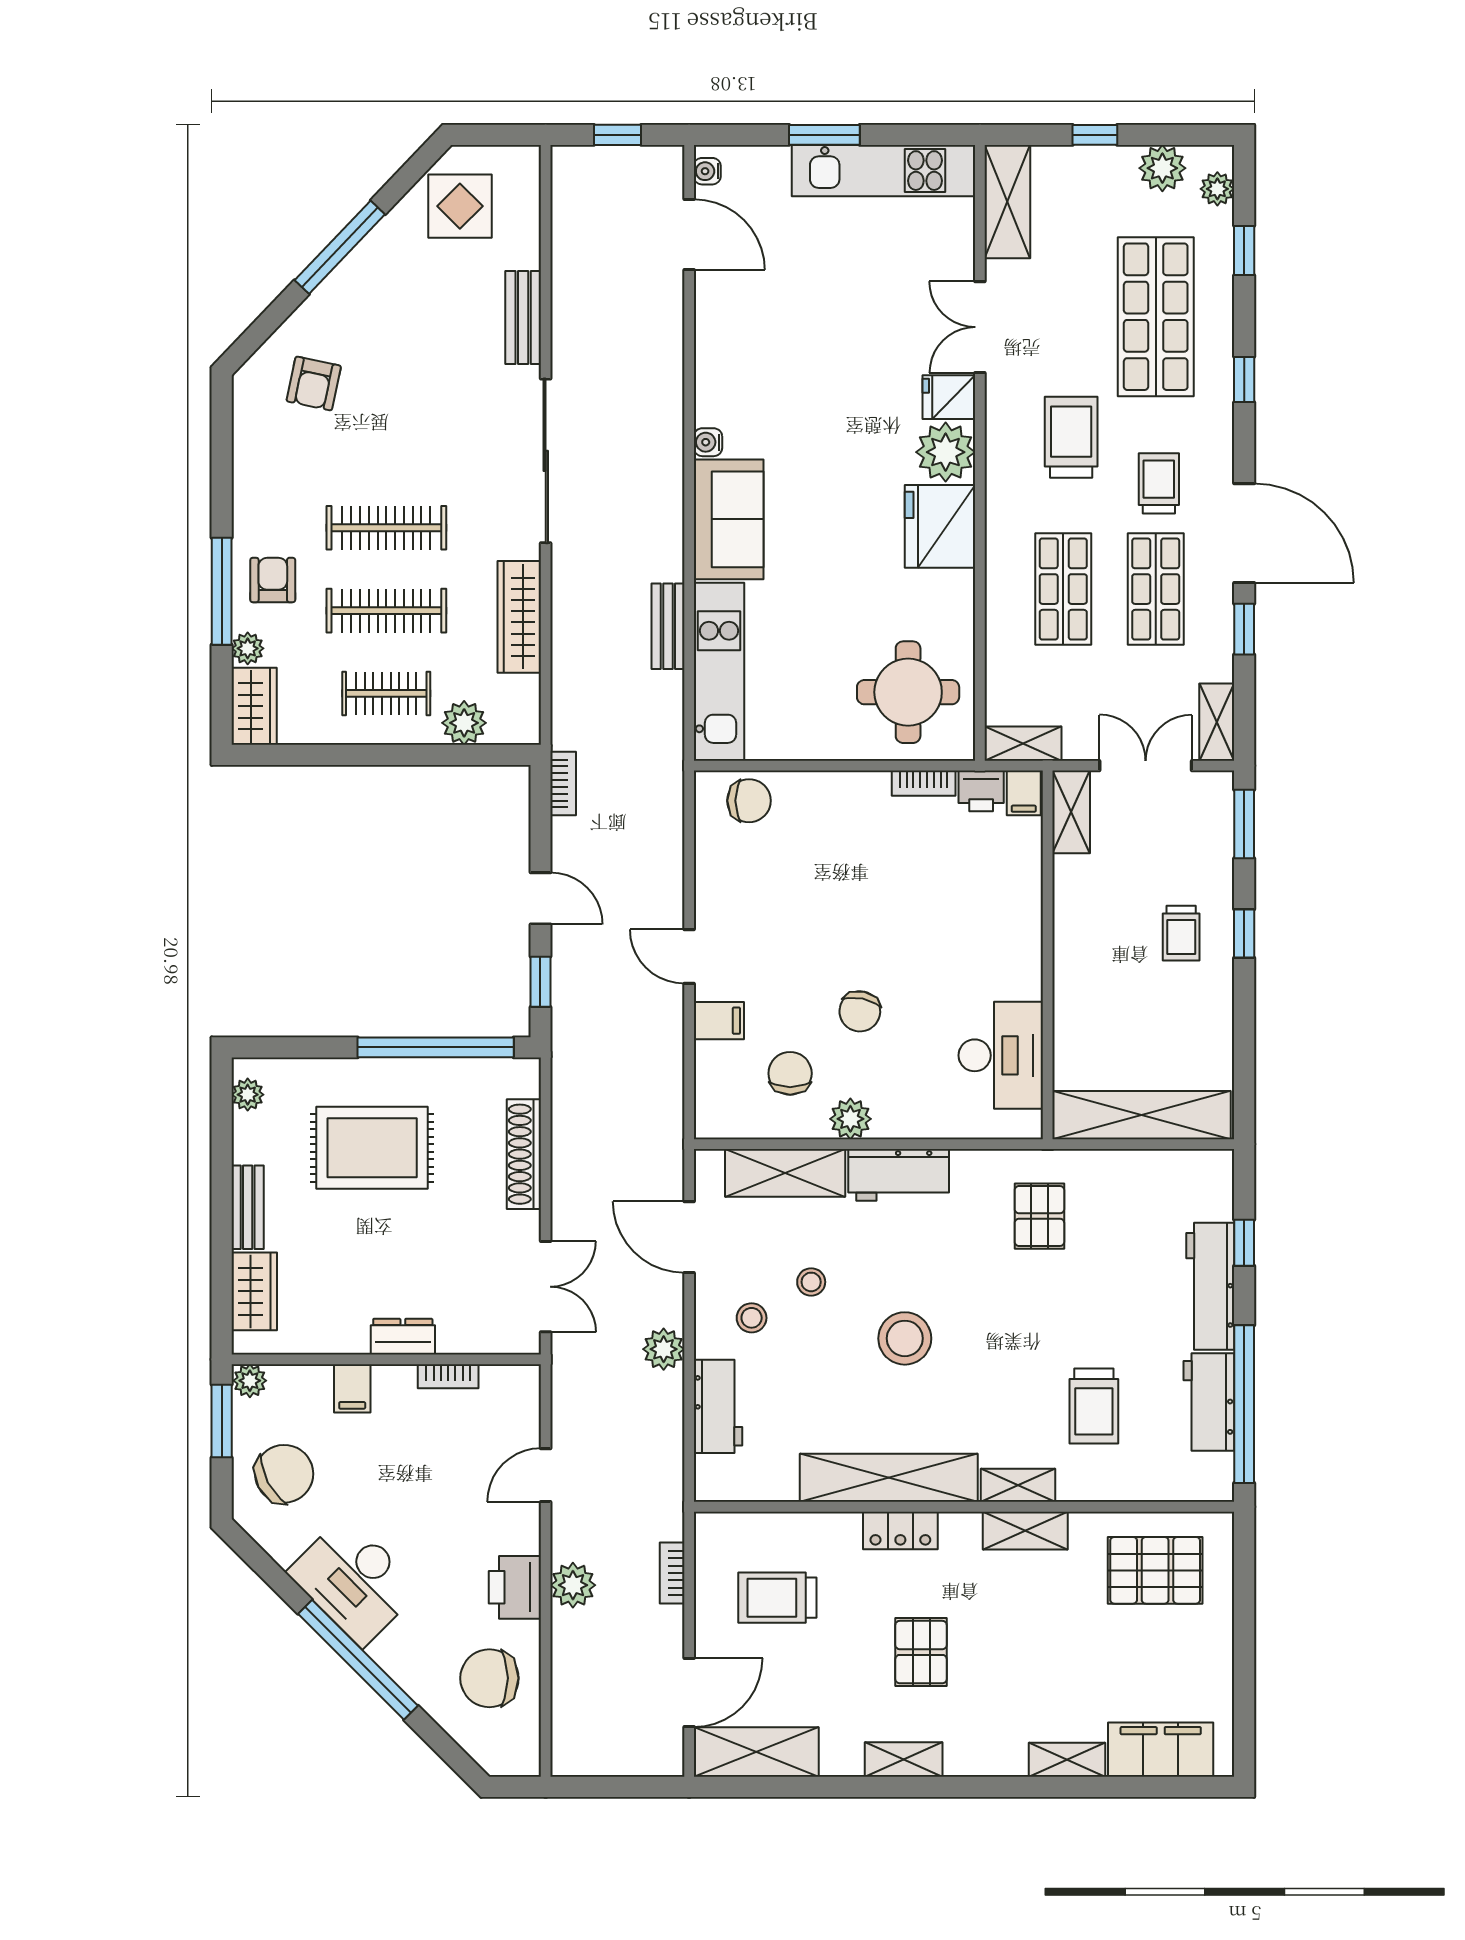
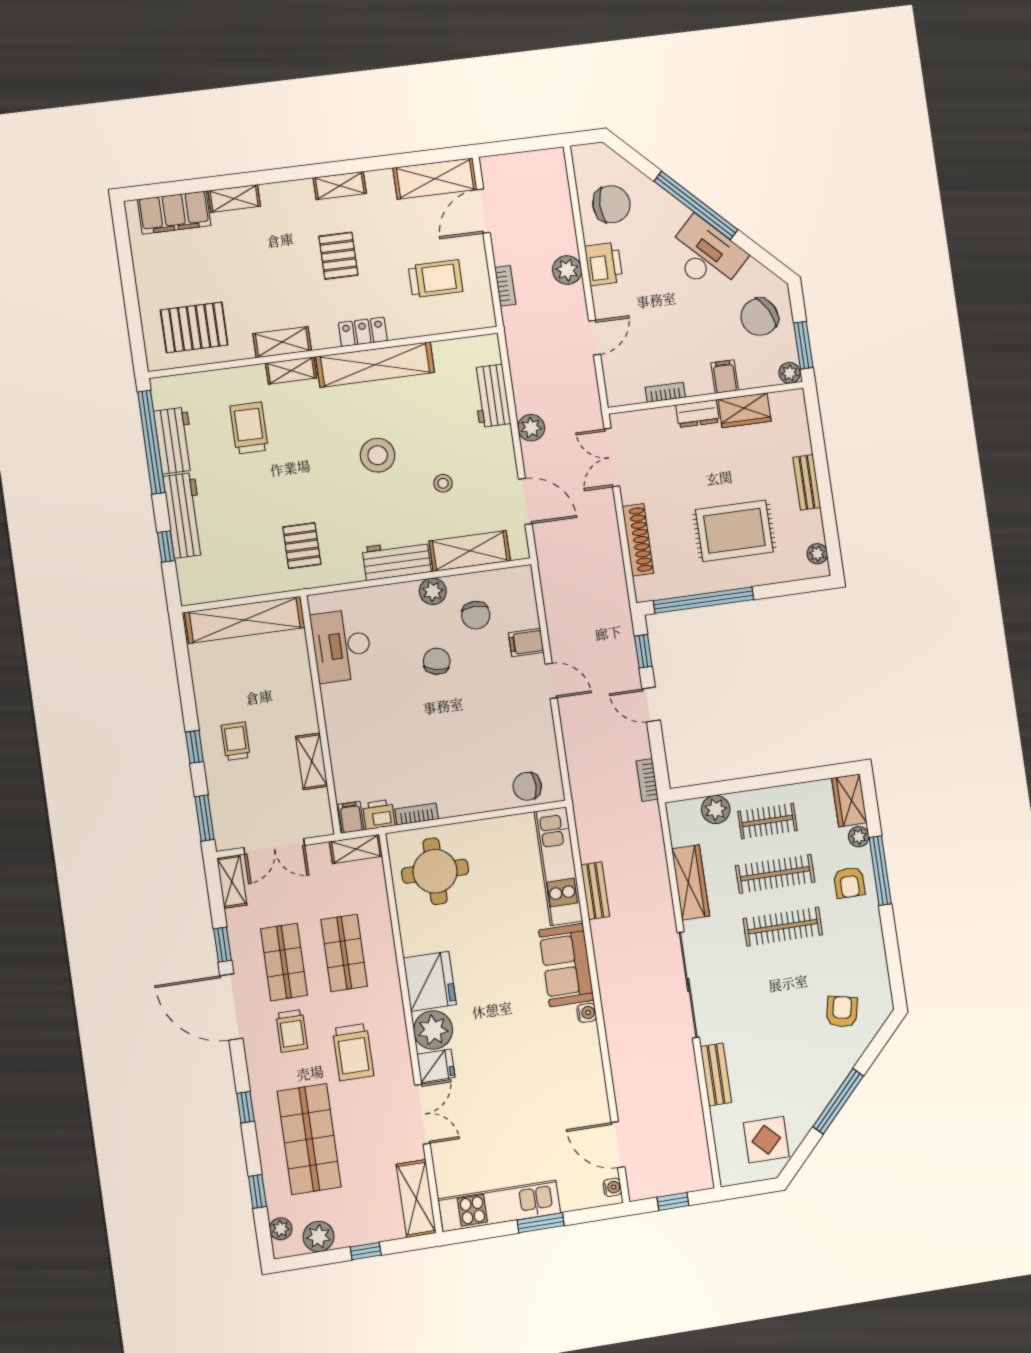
shelving: (1071, 812) -> (312, 761), moved
wardrobe: (254, 1291) -> (745, 410), moved, turned -90
stool: (752, 1318) -> (478, 455), removed

